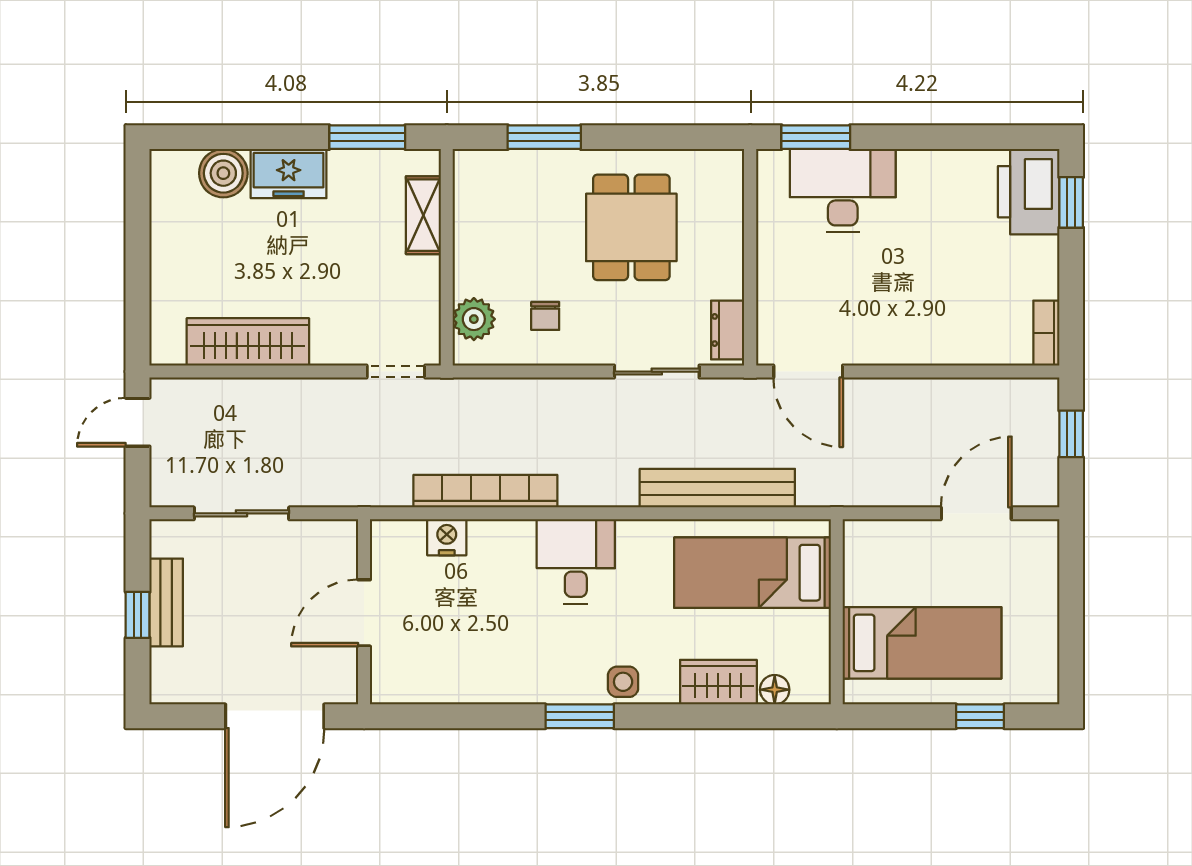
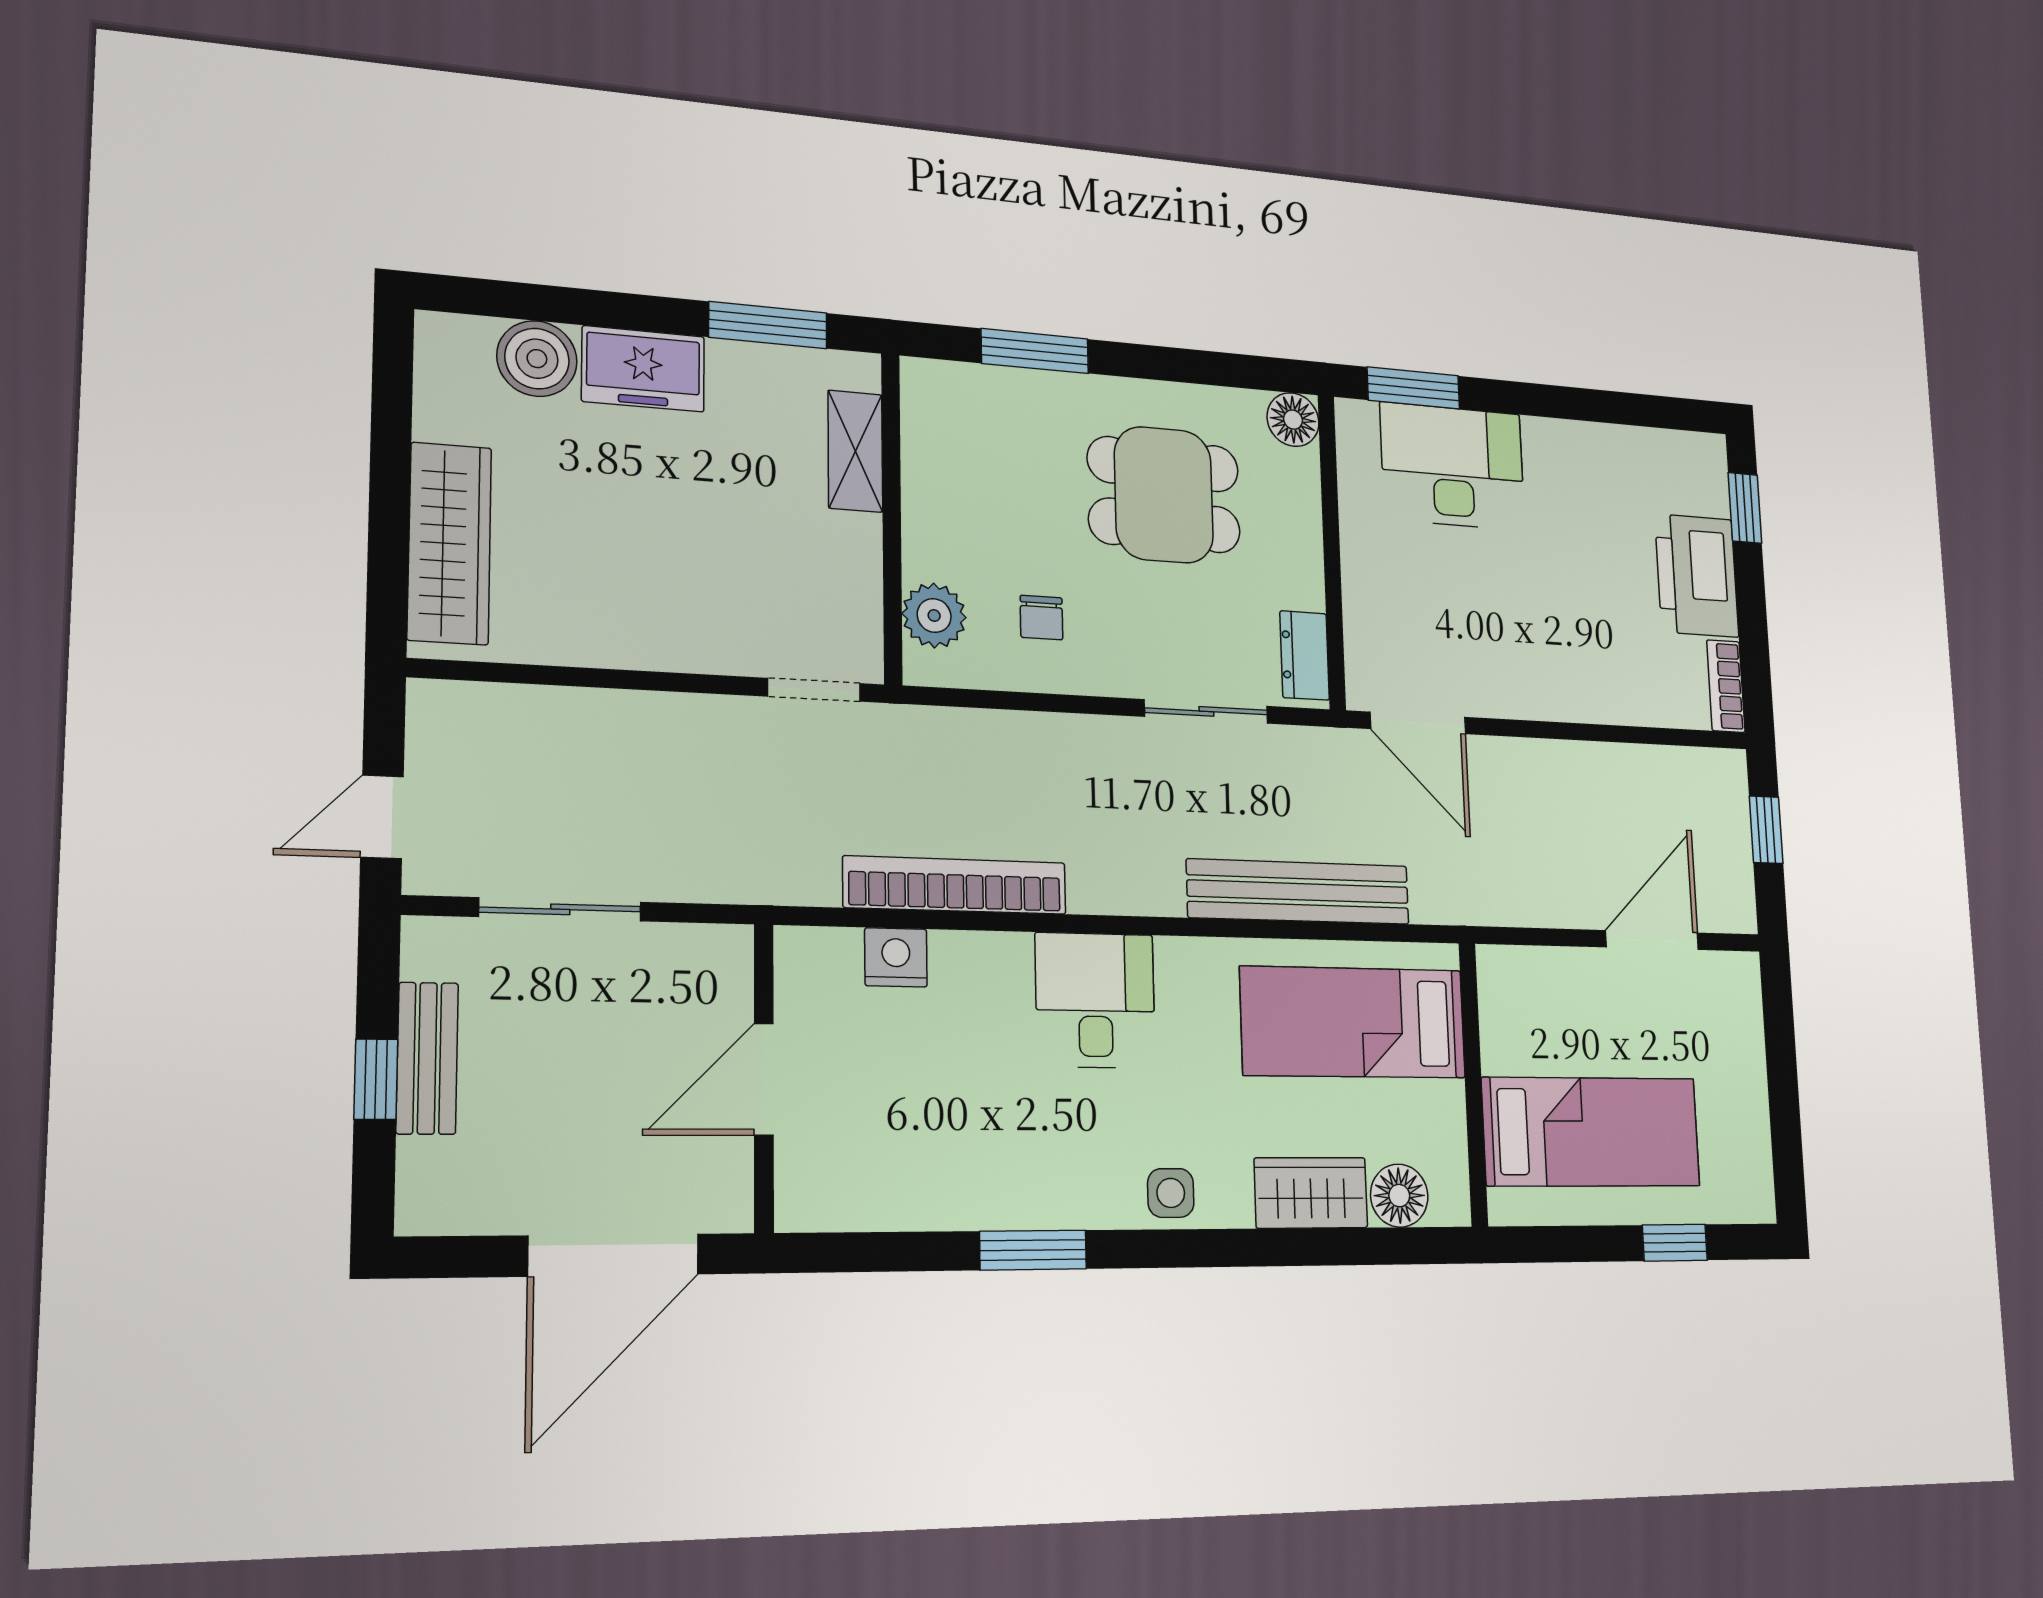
floor lamp: (725, 168) -> (1293, 420), added
printer: (1029, 192) -> (1697, 576), moved
dining table: (631, 227) -> (1164, 495), turned 90
wardrobe: (248, 342) -> (449, 543), moved, turned 90
door: (138, 422) -> (382, 817), moved
floor lamp: (775, 690) -> (1399, 1196), width x1.37, depth x1.37
window: (580, 716) -> (1033, 1250), moved

